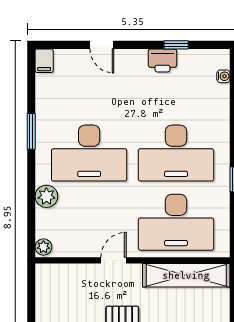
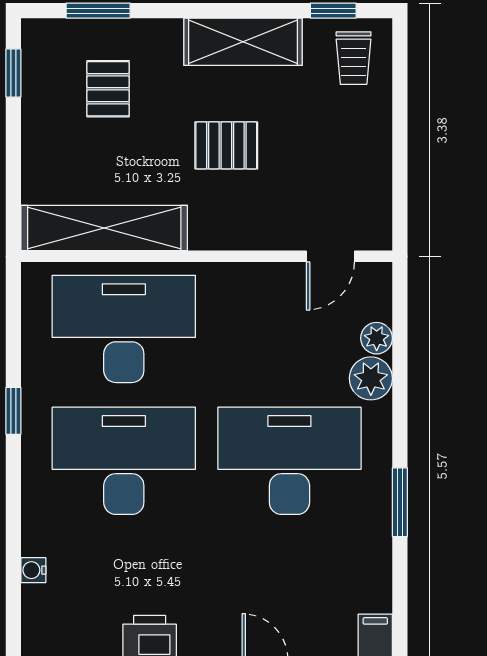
water cooler: (223, 76) -> (33, 570), moved
plant: (43, 247) -> (377, 338), moved
door: (114, 260) -> (330, 256), moved

